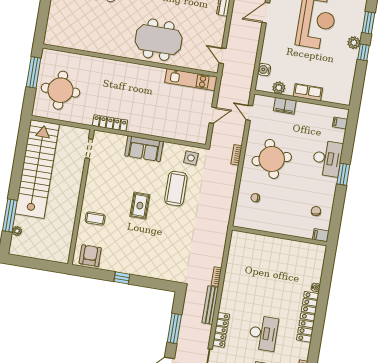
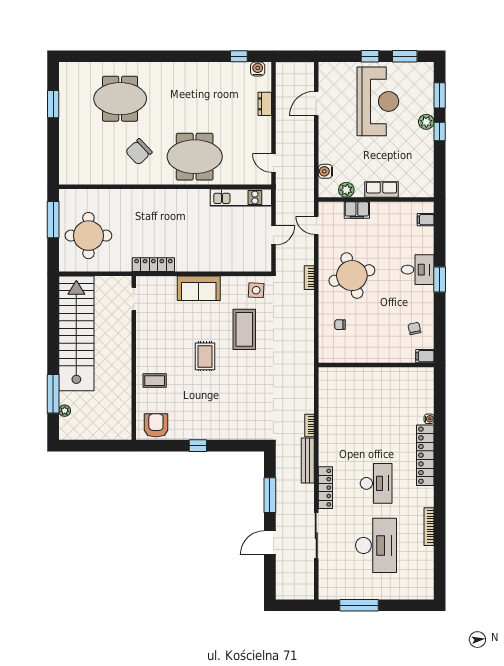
chair: (113, 28) -> (139, 152), added
desk: (327, 158) -> (418, 270), width x0.73

